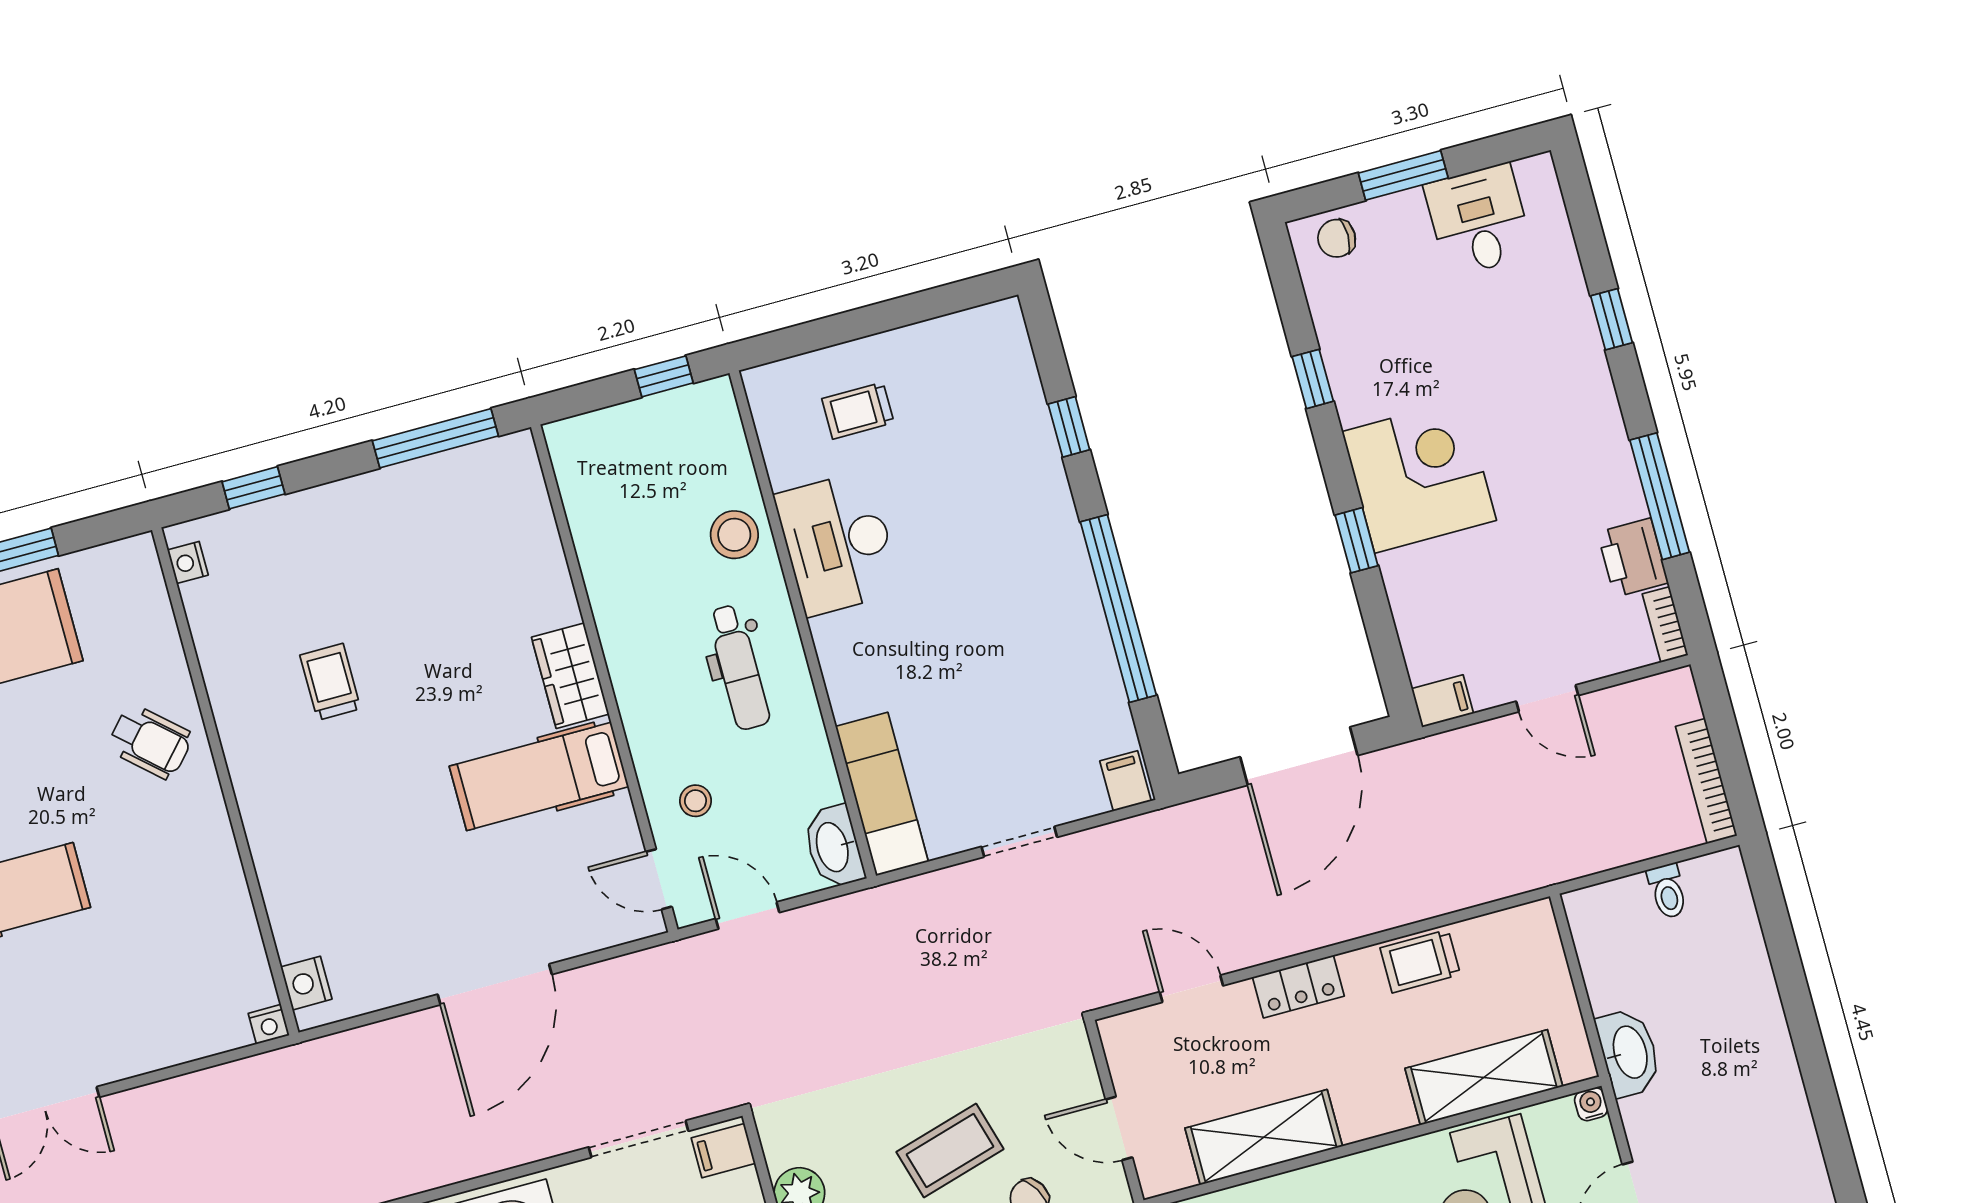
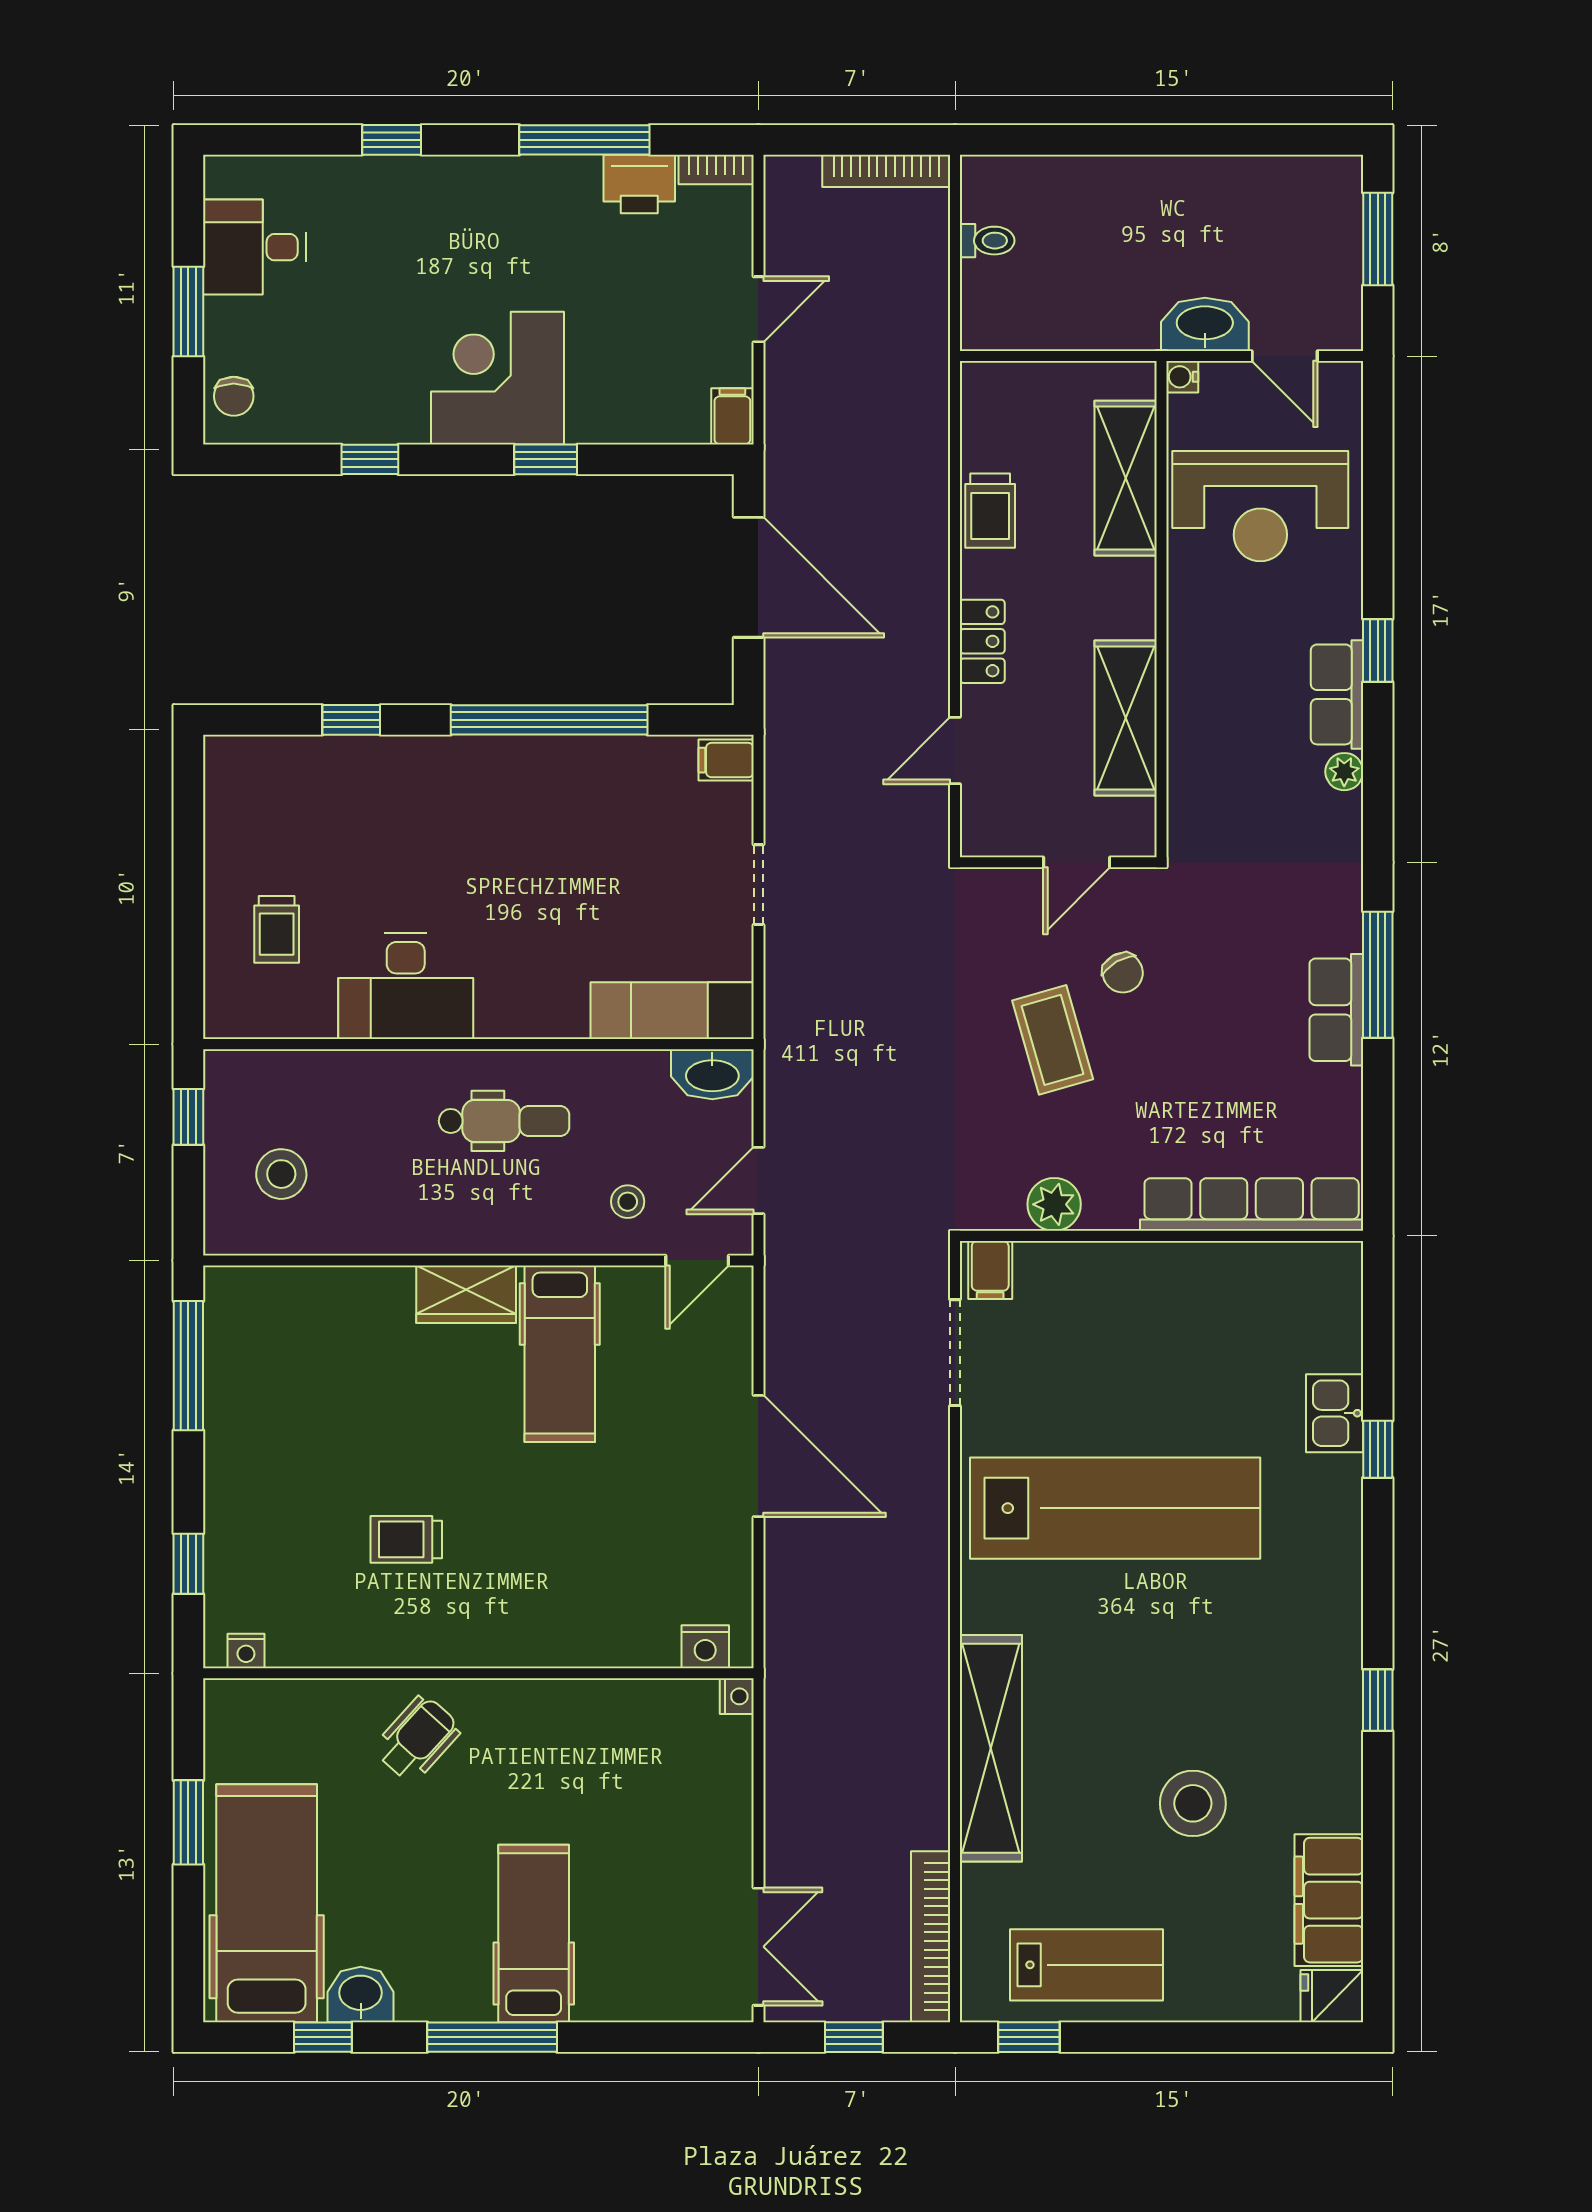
stool: (734, 535) -> (281, 1174), moved
washbasin: (1629, 1053) -> (1205, 324), moved

